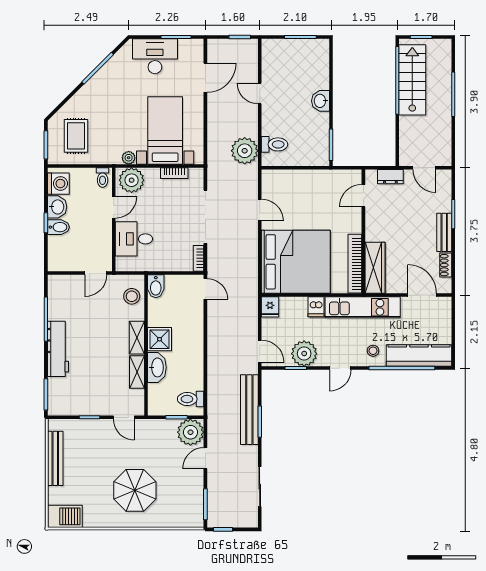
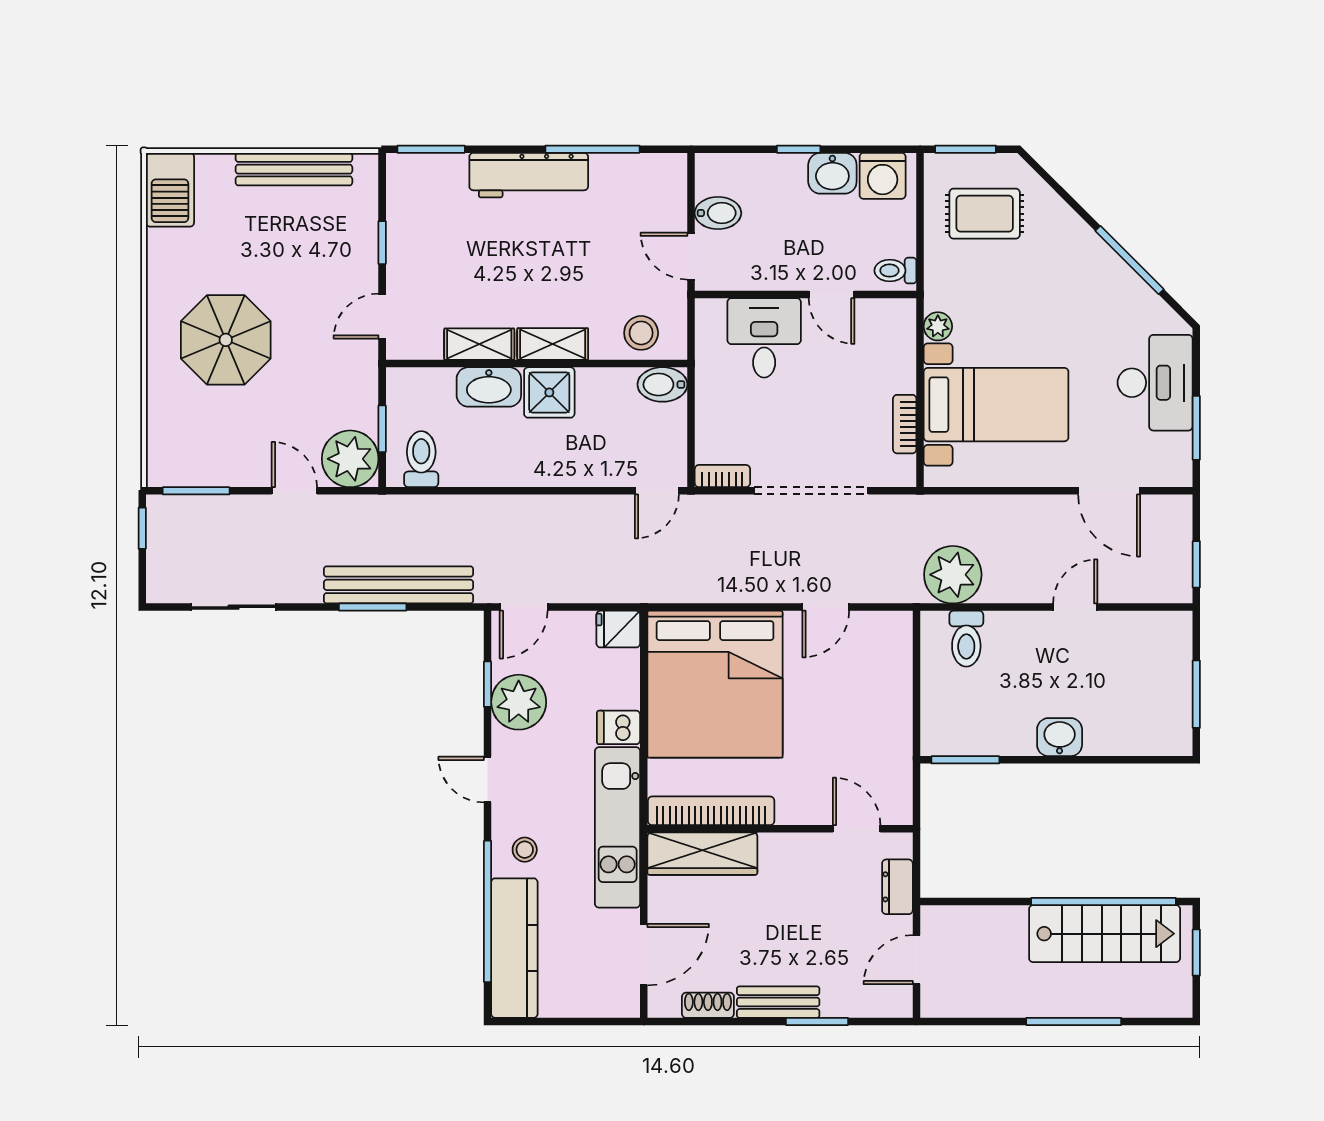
plant: (132, 180) -> (890, 333), removed
bidet: (58, 227) -> (718, 213), moved, turned -90

